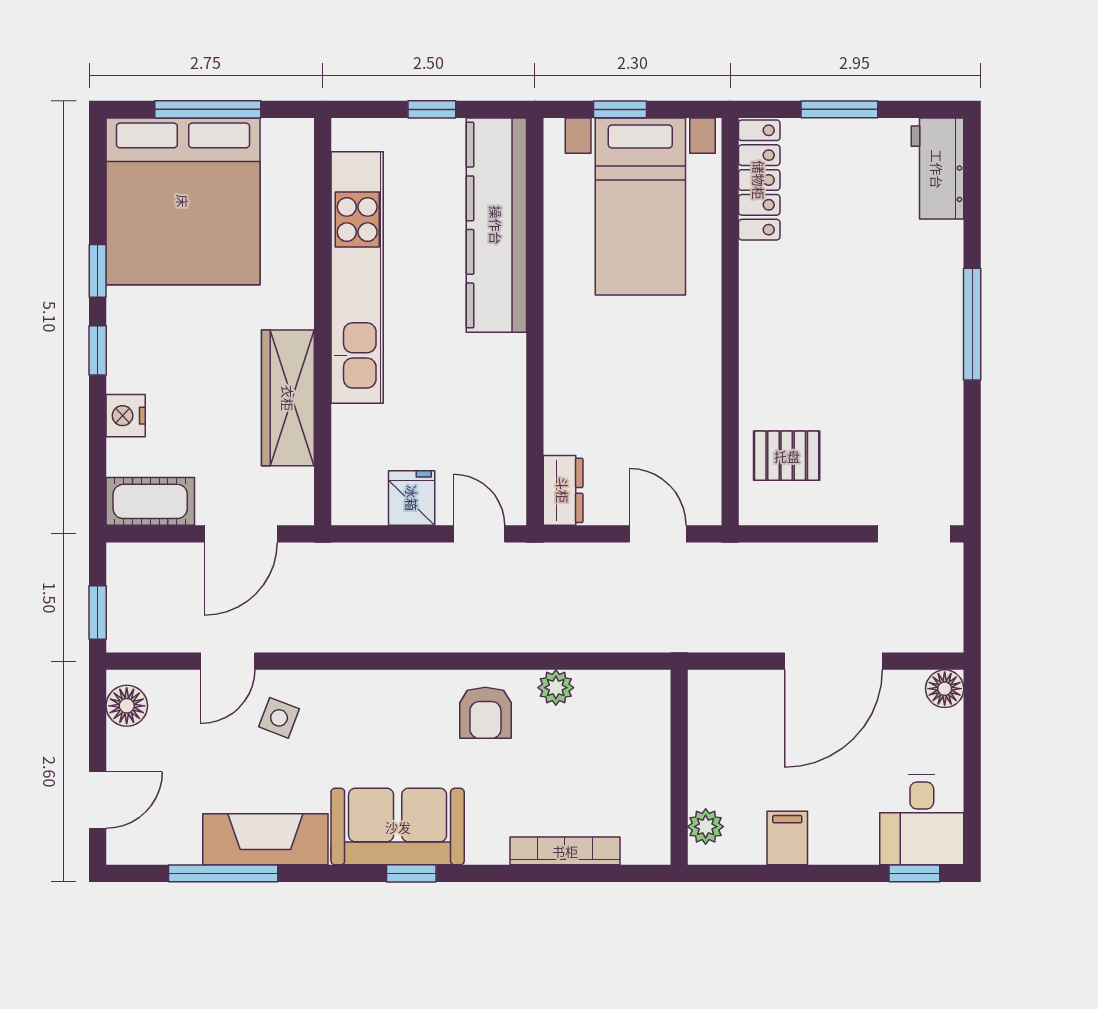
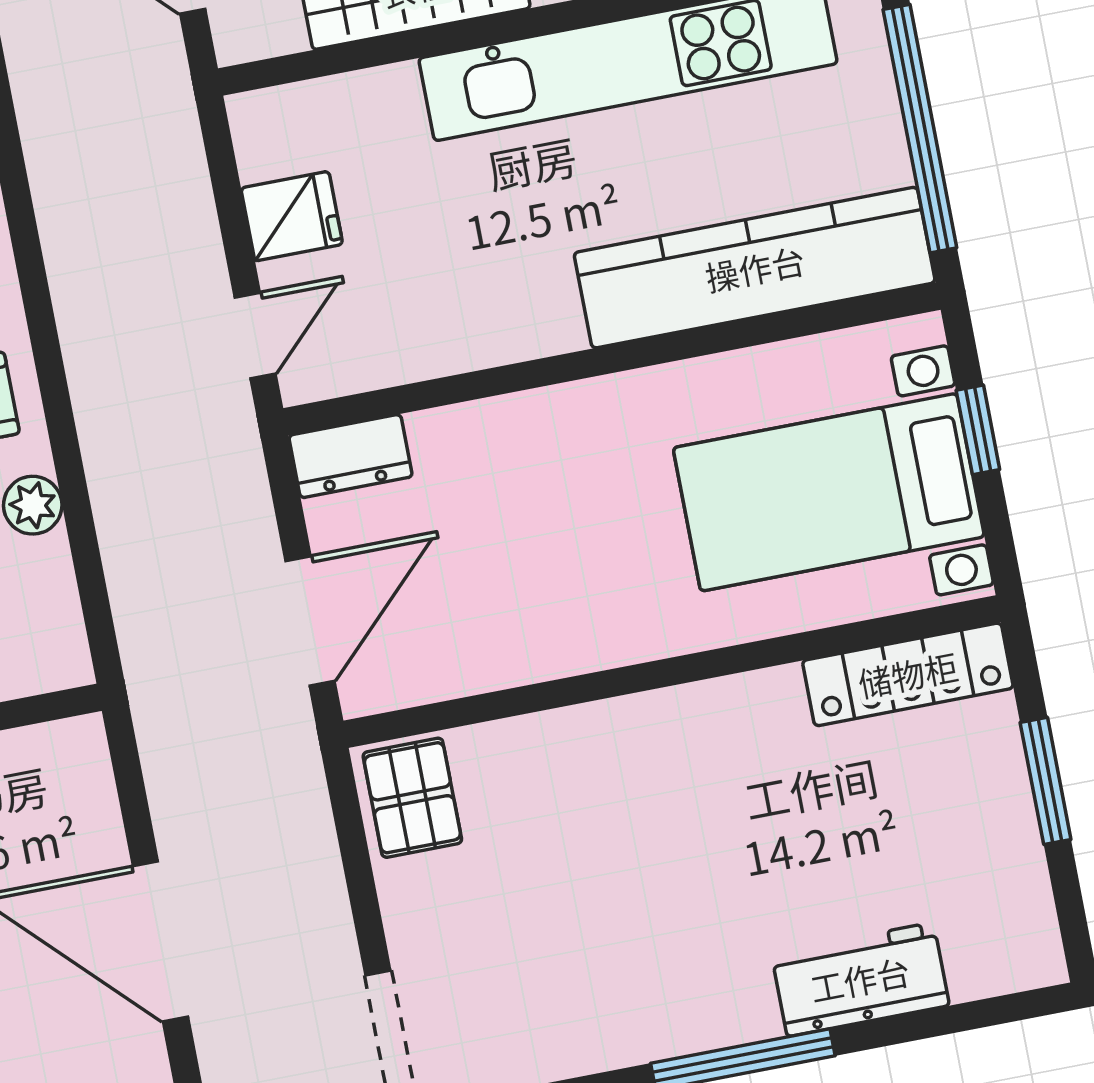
window: (432, 109) -> (920, 129), width x3.17
workbench: (937, 169) -> (860, 979), moved
pallet: (787, 456) -> (412, 798), moved
door: (658, 534) -> (310, 621), width x1.38

